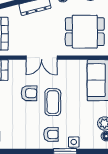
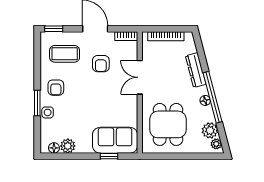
coffee table: (53, 102) -> (65, 54), moved

